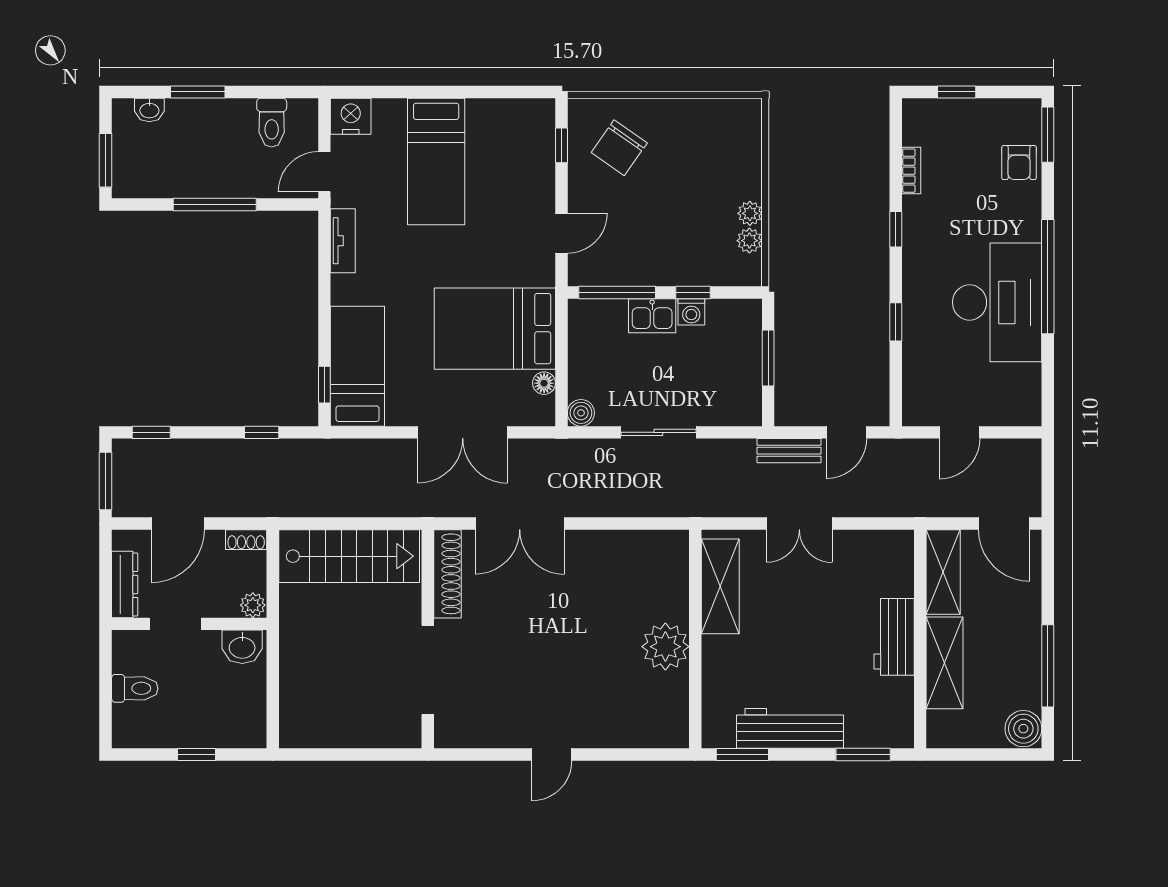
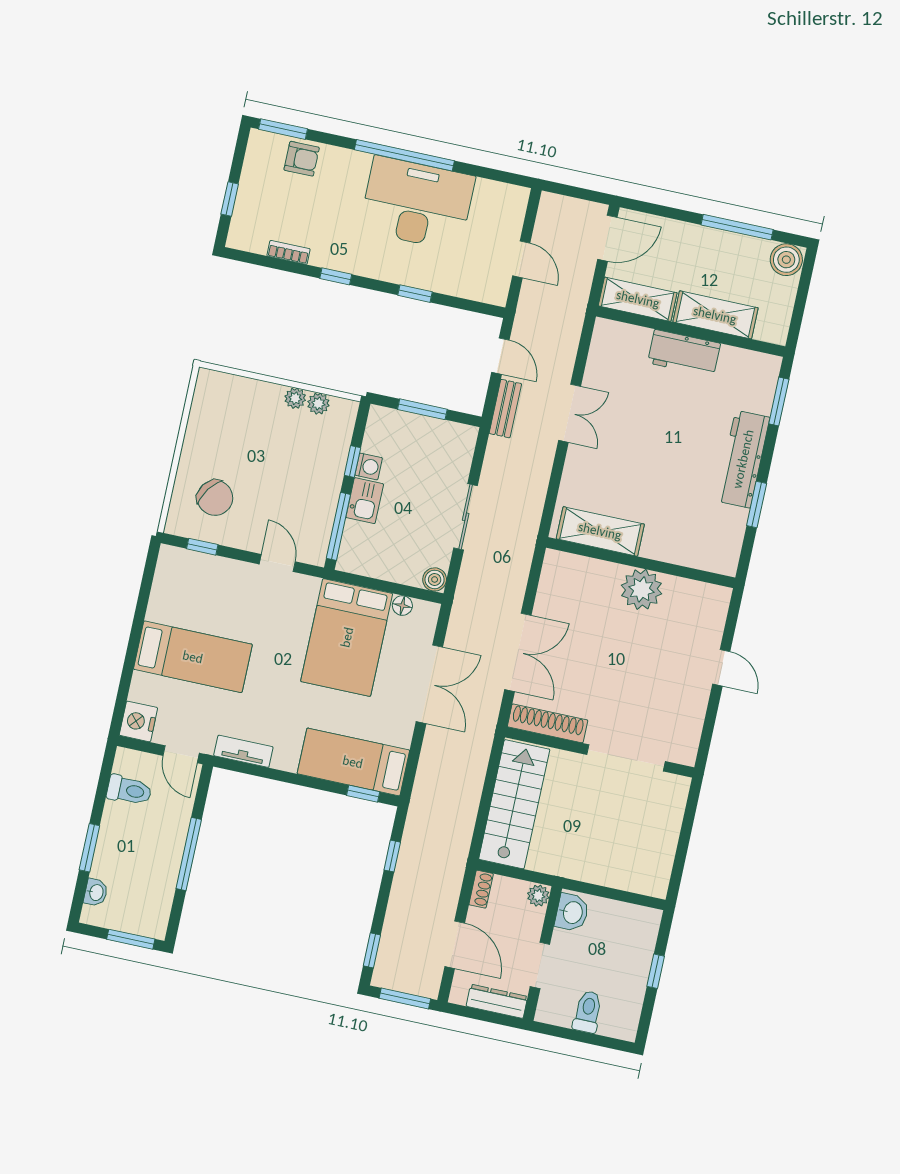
shelving: (720, 586) -> (600, 531), moved
wall: (695, 639) -> (641, 563), moved
plant: (665, 647) -> (641, 589), moved

